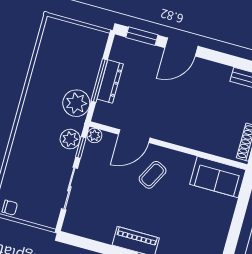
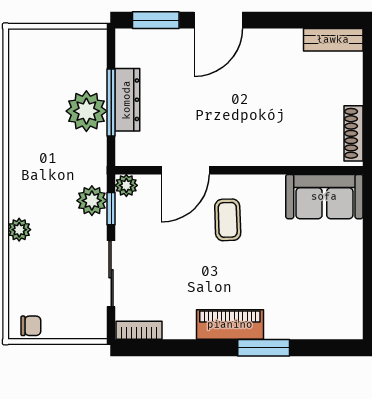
plant: (76, 103) -> (86, 111), moved
plant: (19, 145) -> (19, 230), added
coffee table: (153, 175) -> (228, 220), turned -30
bookcase: (77, 229) -> (139, 330), added

